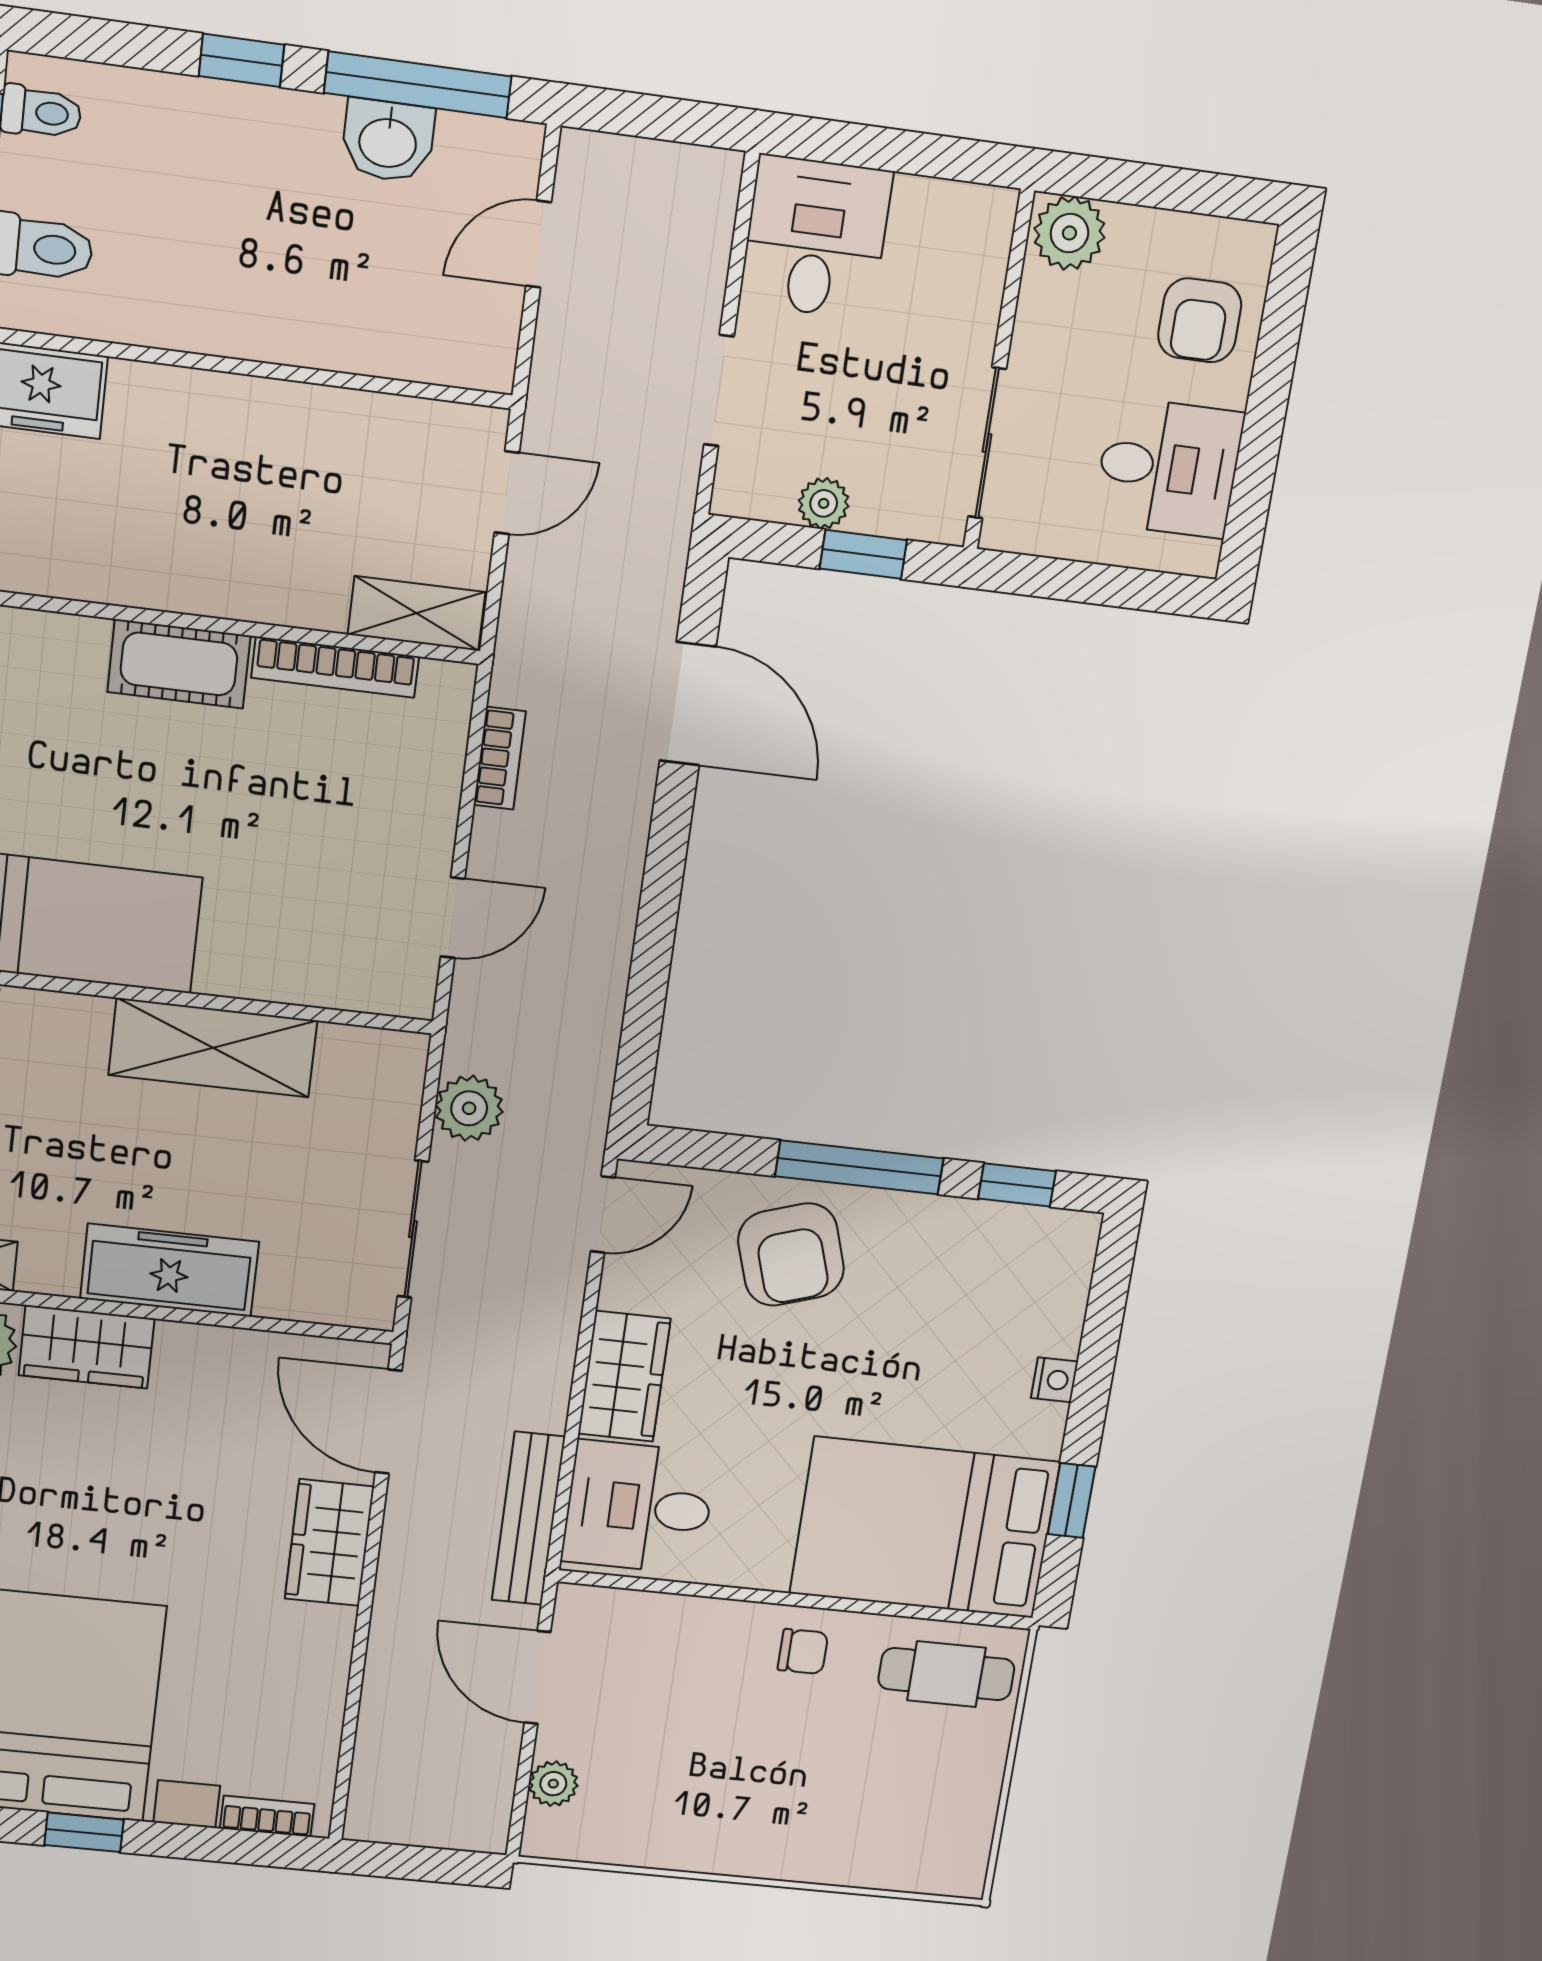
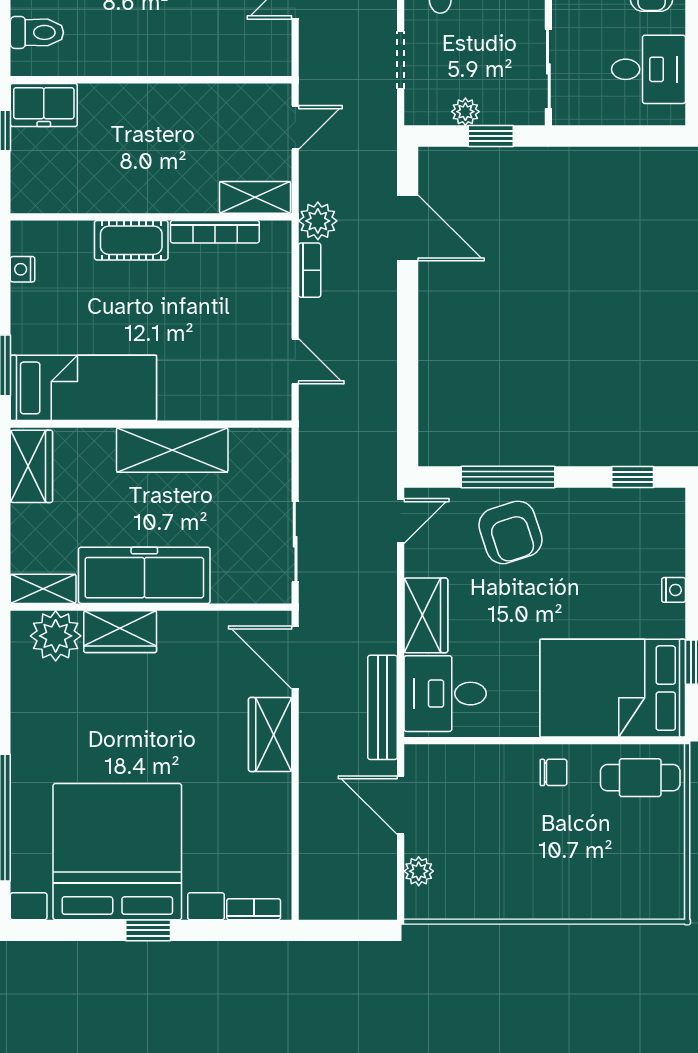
door: (453, 918) -> (295, 361), hinge flipped
plant: (469, 1108) -> (318, 221), moved
window: (859, 1167) -> (508, 477), moved
freezer: (170, 1270) -> (144, 575), width x1.36, depth x1.26

